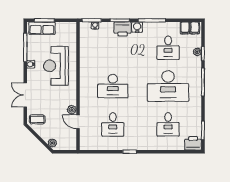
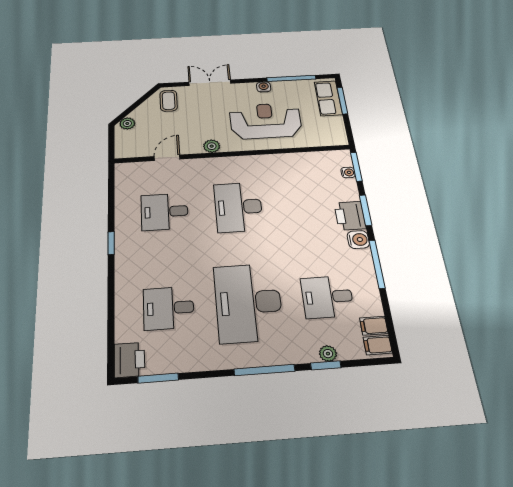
plant: (72, 110) -> (212, 146), moved

